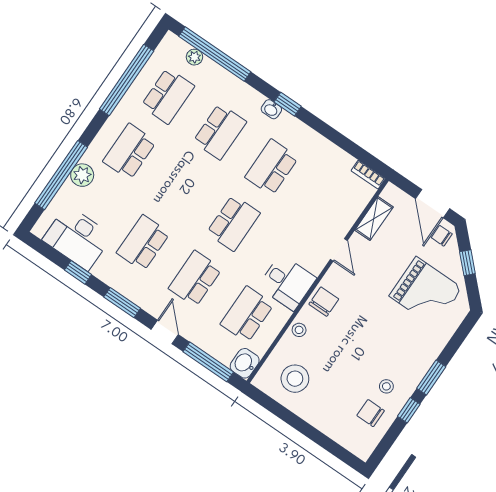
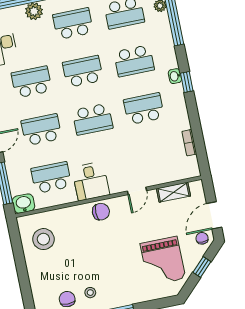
bookcase: (368, 175) -> (189, 143), moved
school desk: (181, 187) -> (83, 71), added
stool: (299, 330) -> (72, 214), removed

